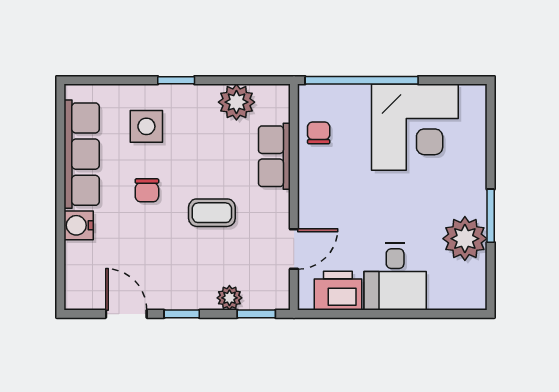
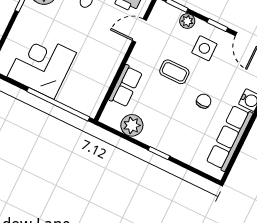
side table: (146, 126) -> (204, 48), moved
chair: (319, 133) -> (95, 87), removed

